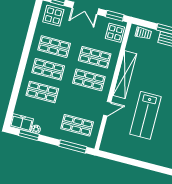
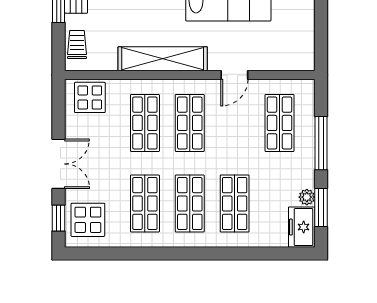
window: (115, 16) -> (59, 106), removed
door: (107, 109) -> (234, 75), swing flipped
window: (73, 146) -> (321, 143), moved

